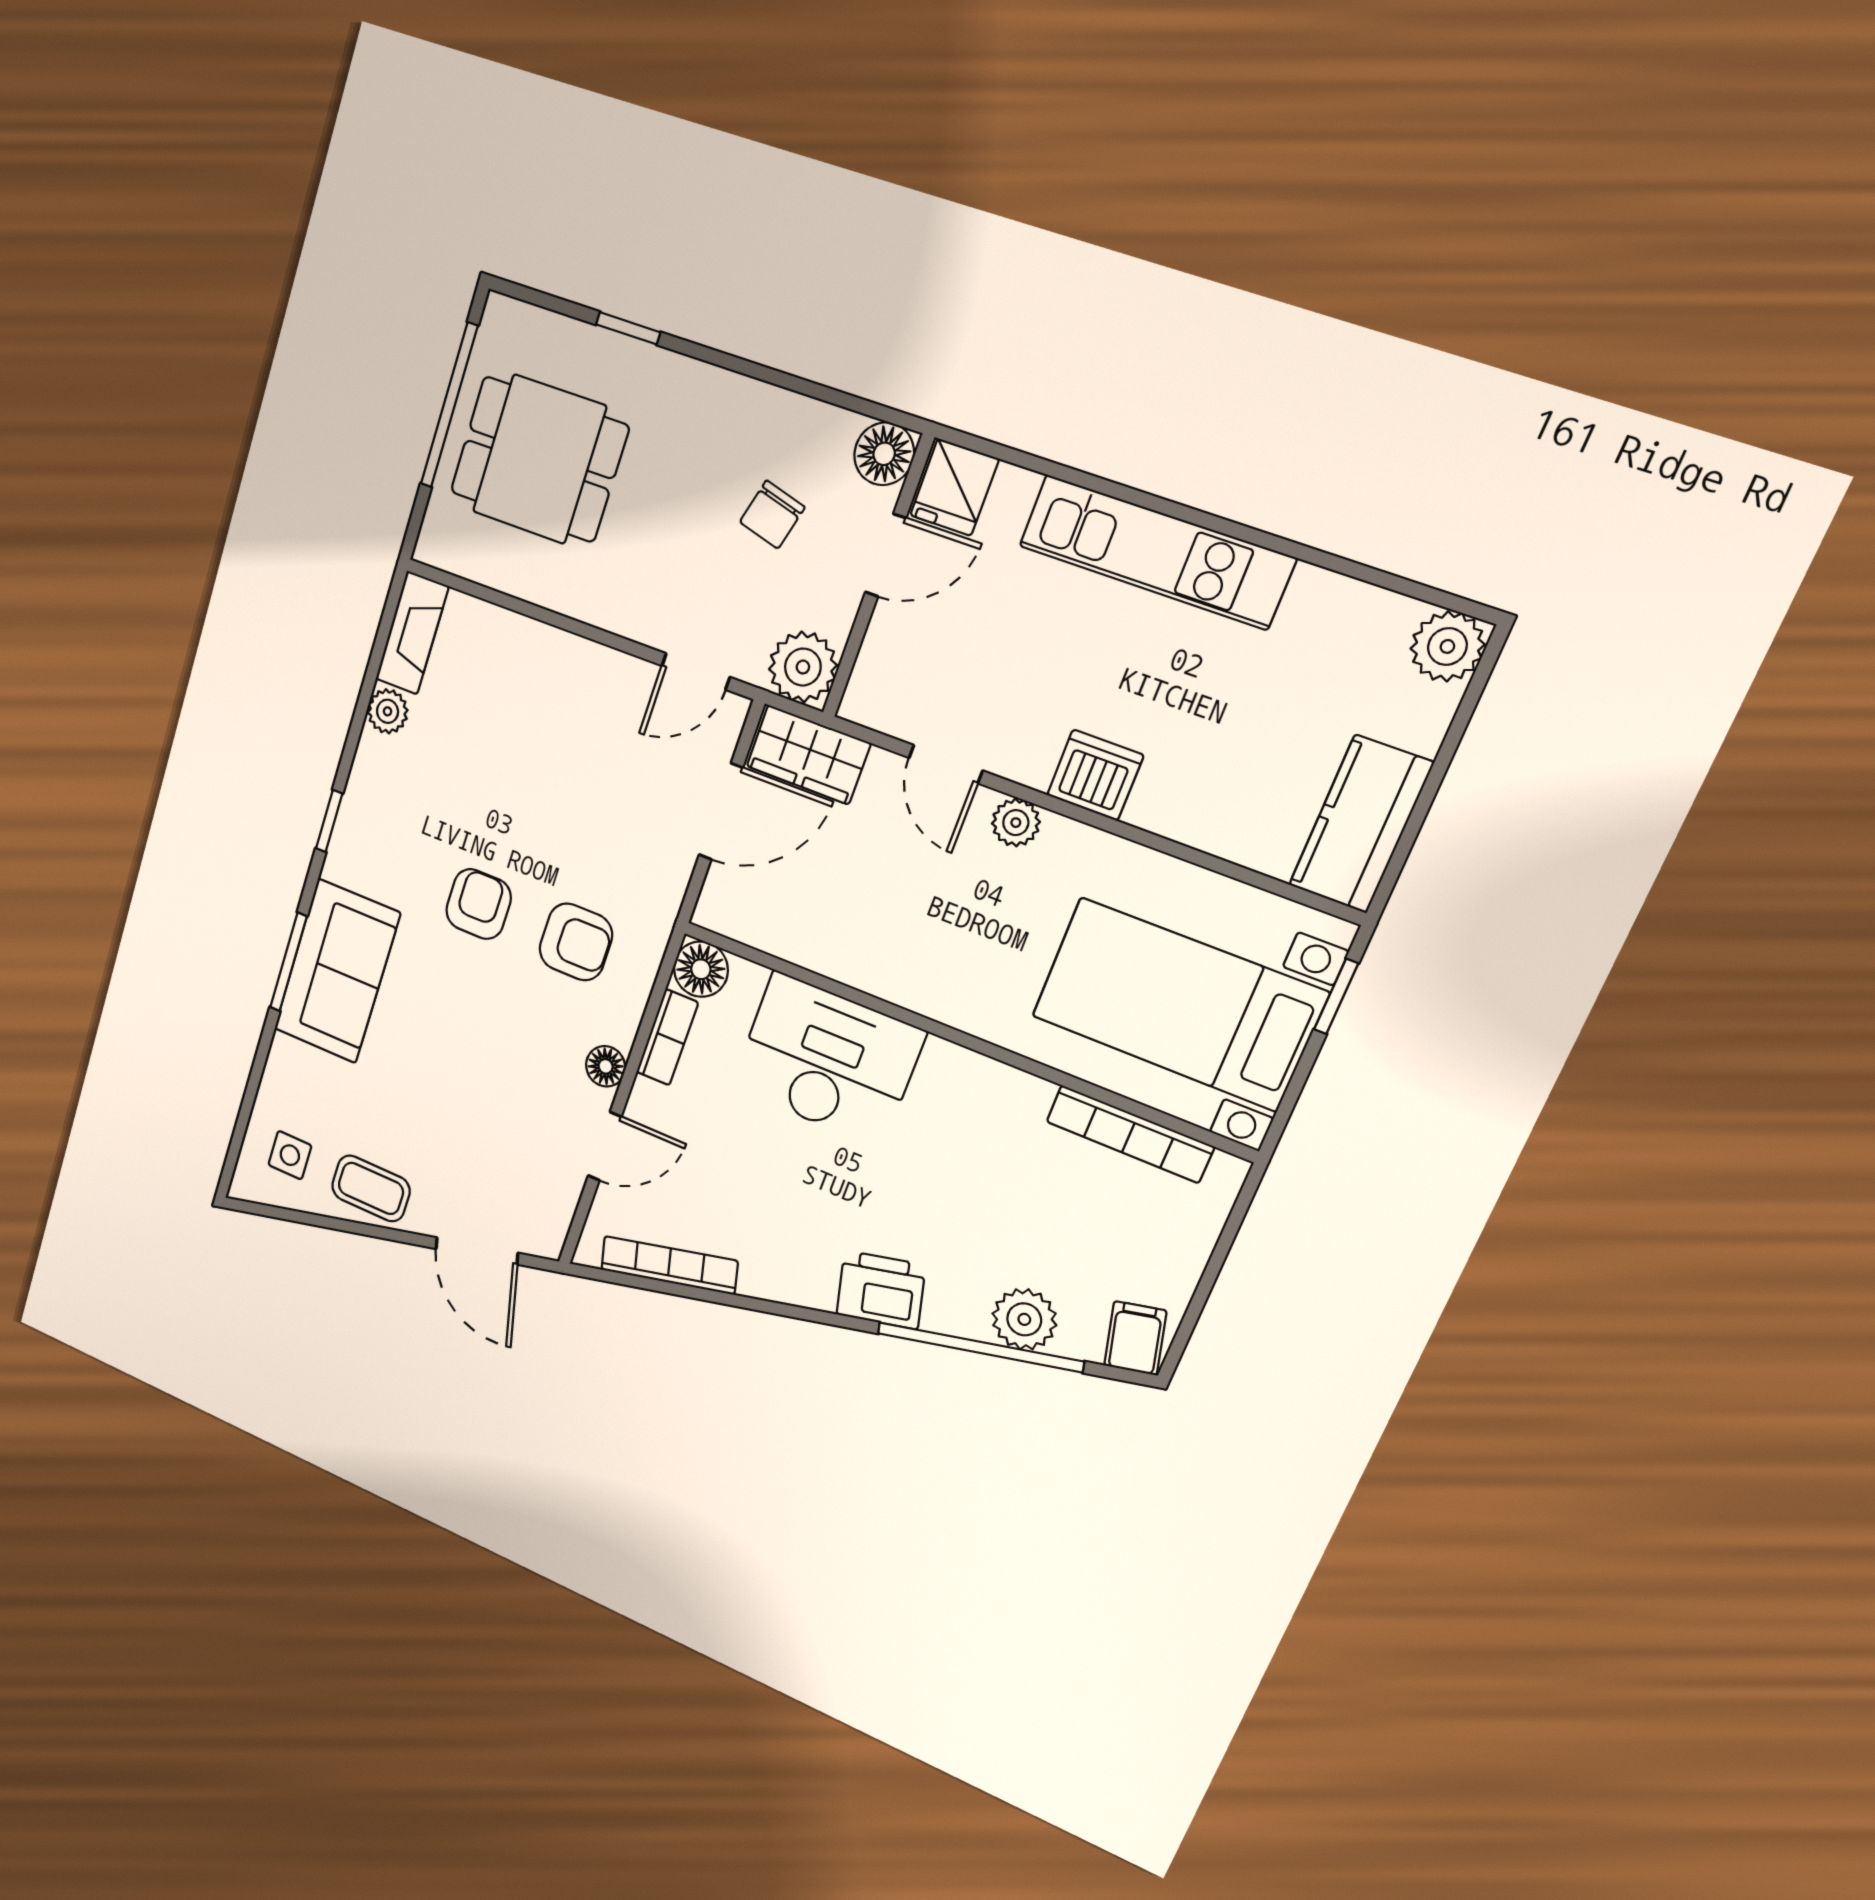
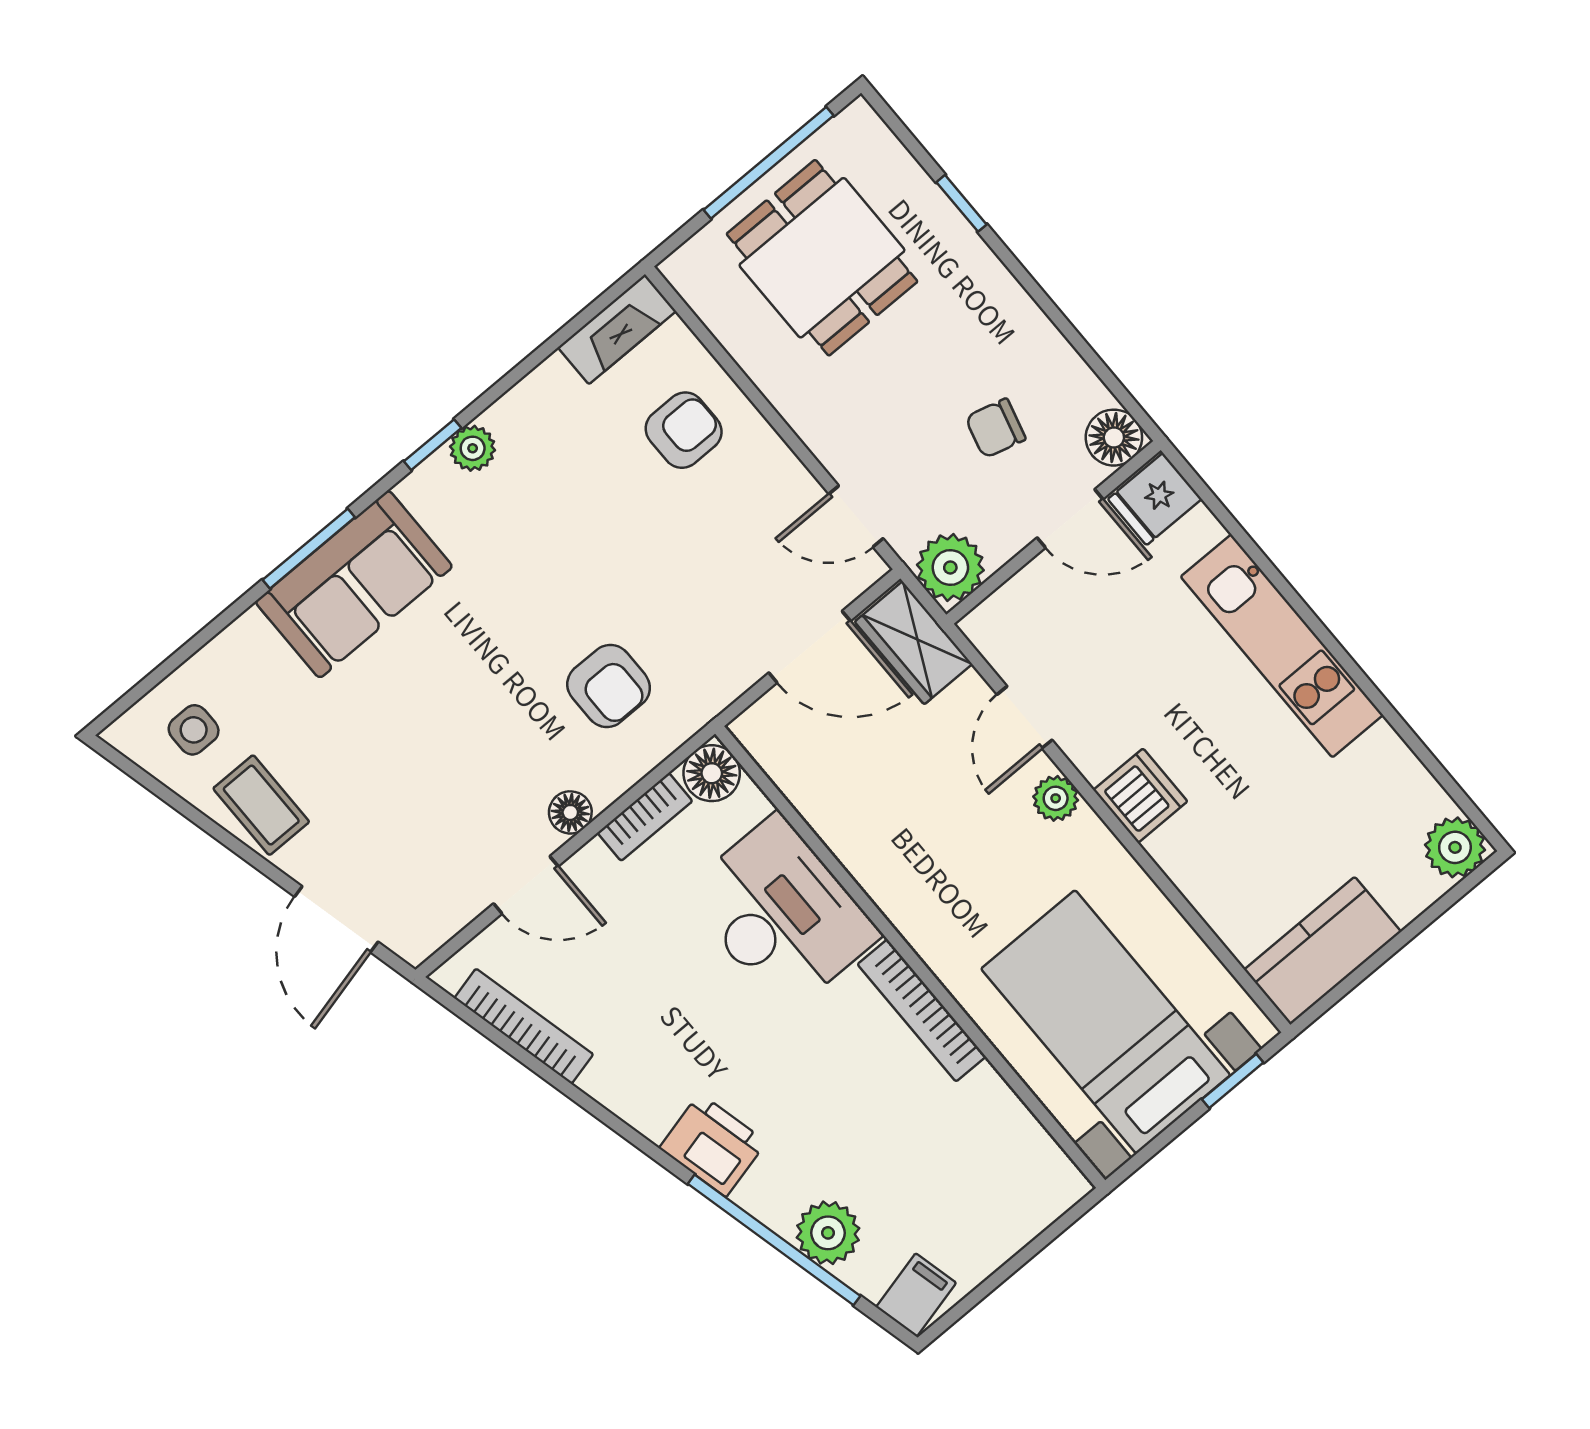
plant: (388, 711) -> (473, 448), moved
armchair: (479, 904) -> (684, 430), moved
bookcase: (1130, 1134) -> (922, 1010), moved

